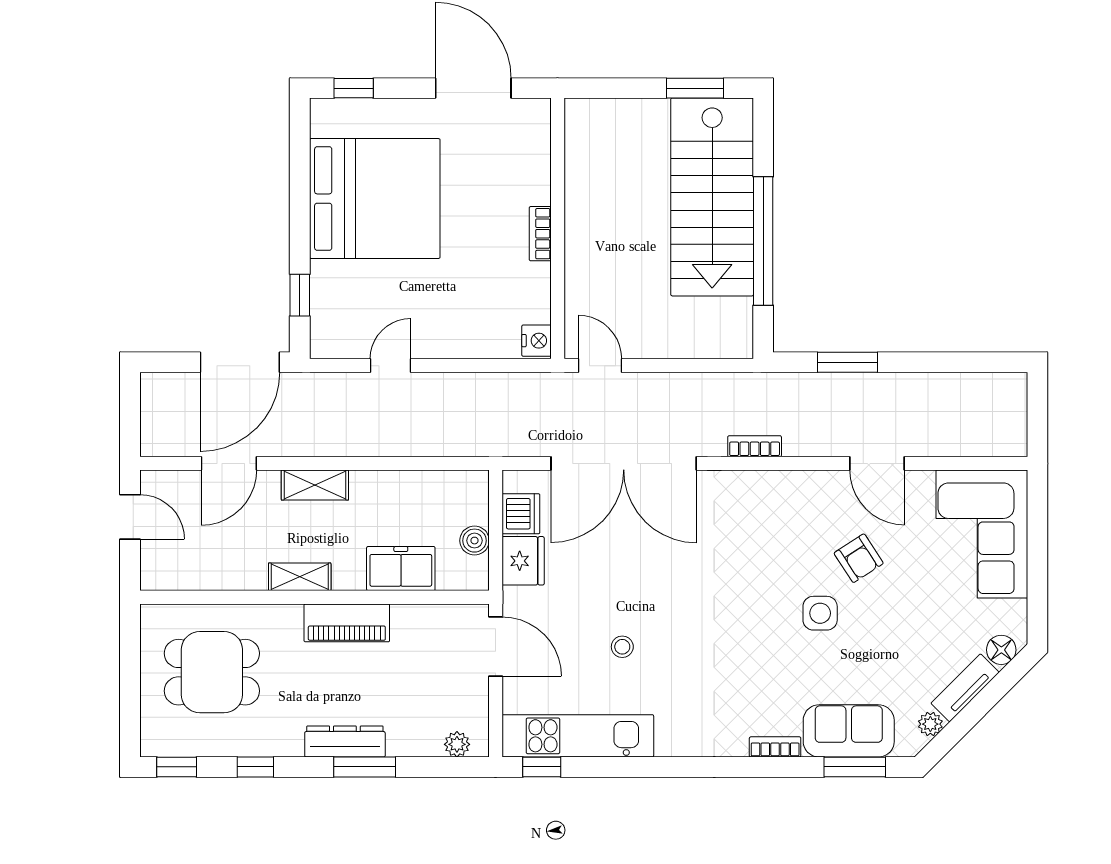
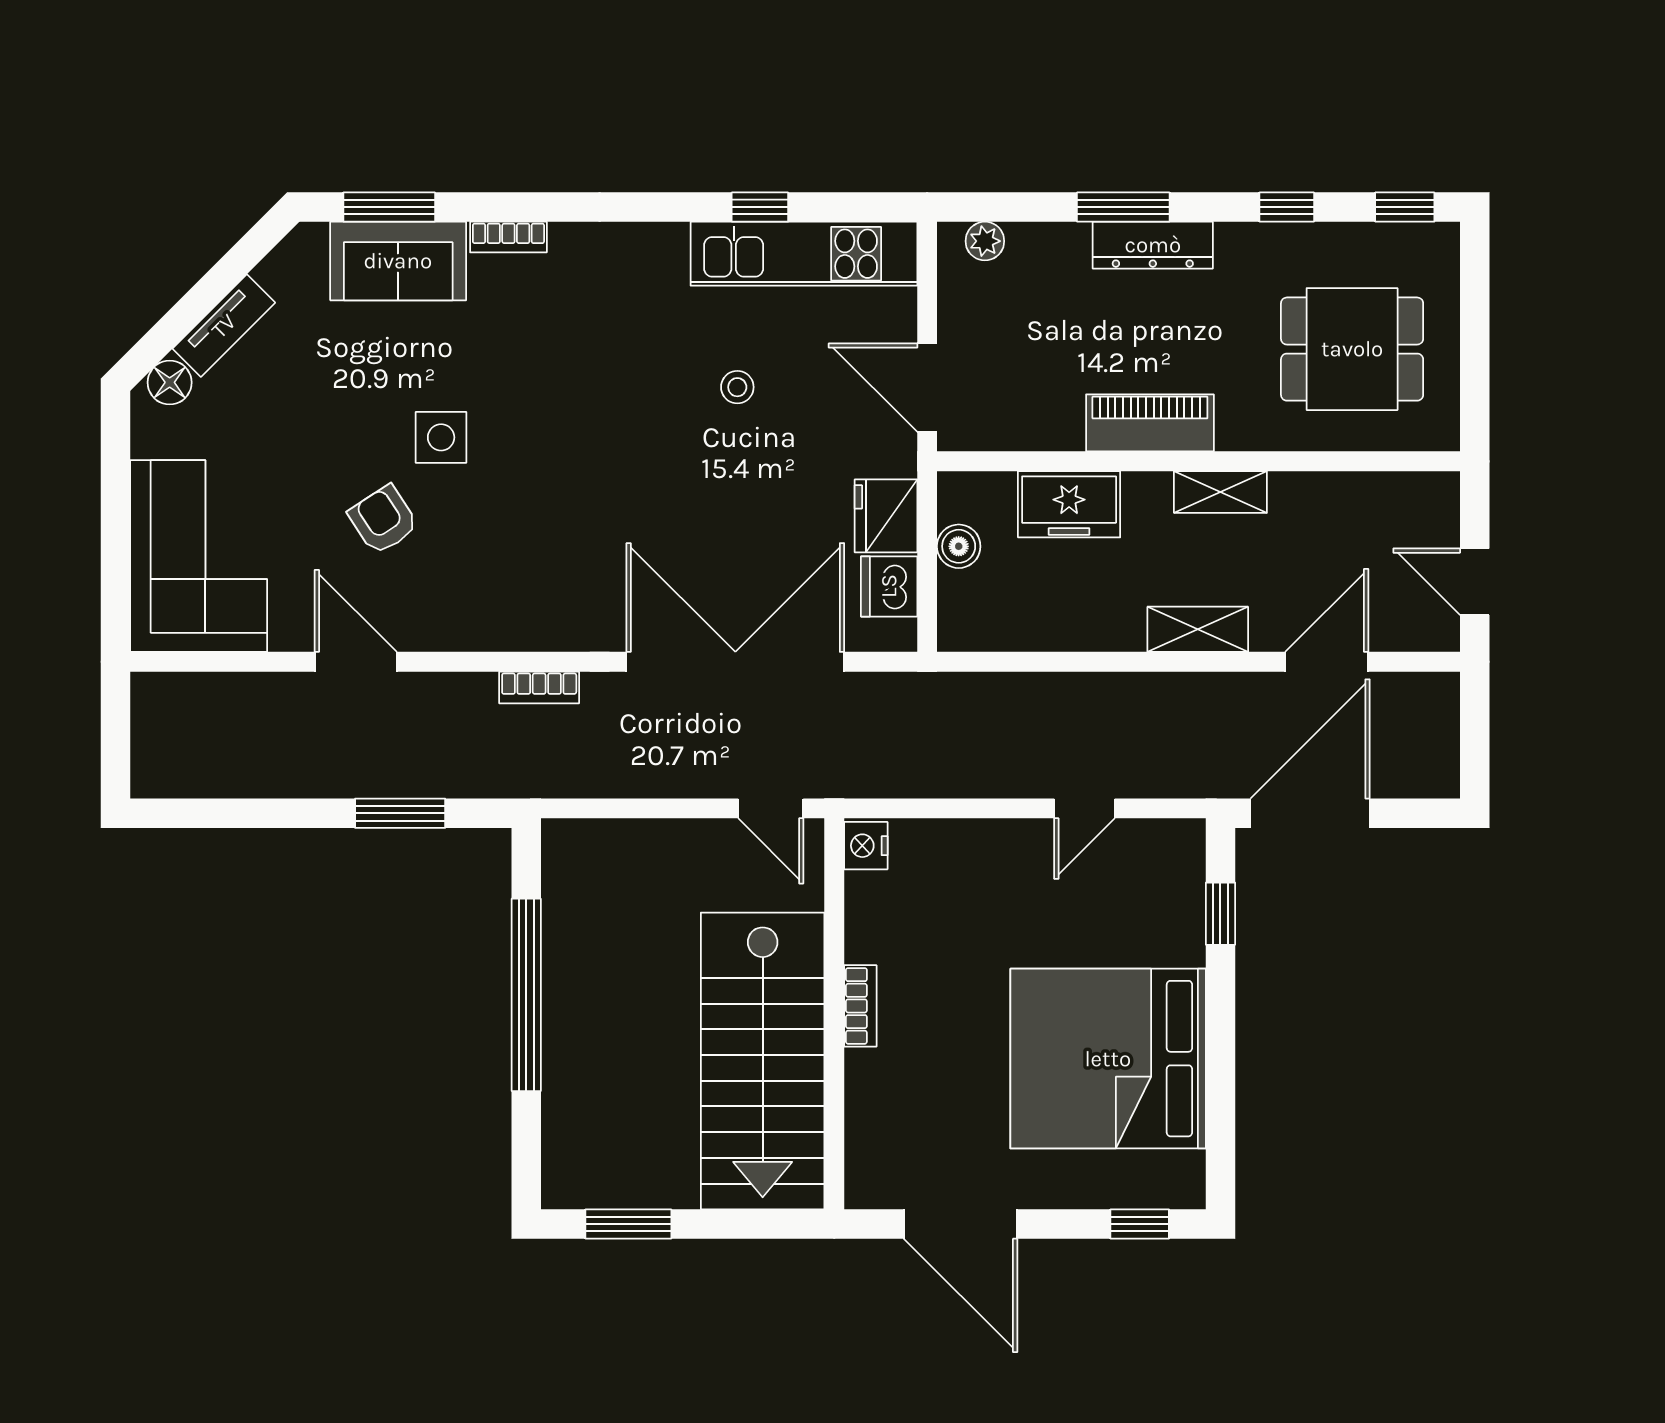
stairs: (712, 197) -> (763, 1061), moved, turned 180
plant: (930, 724) -> (276, 271), removed
window: (542, 767) -> (760, 207), moved

